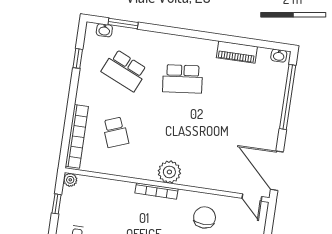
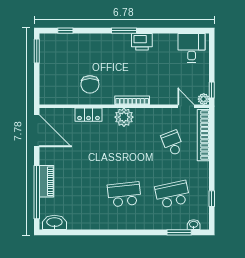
piano: (237, 52) -> (46, 181), moved, turned 90
washbasin: (279, 56) -> (54, 222), width x1.91, depth x1.45
school desk: (124, 70) -> (172, 194), turned -36
locker: (212, 181) -> (89, 115), added
door: (252, 197) -> (186, 106), moved
window: (57, 204) -> (212, 90), moved

